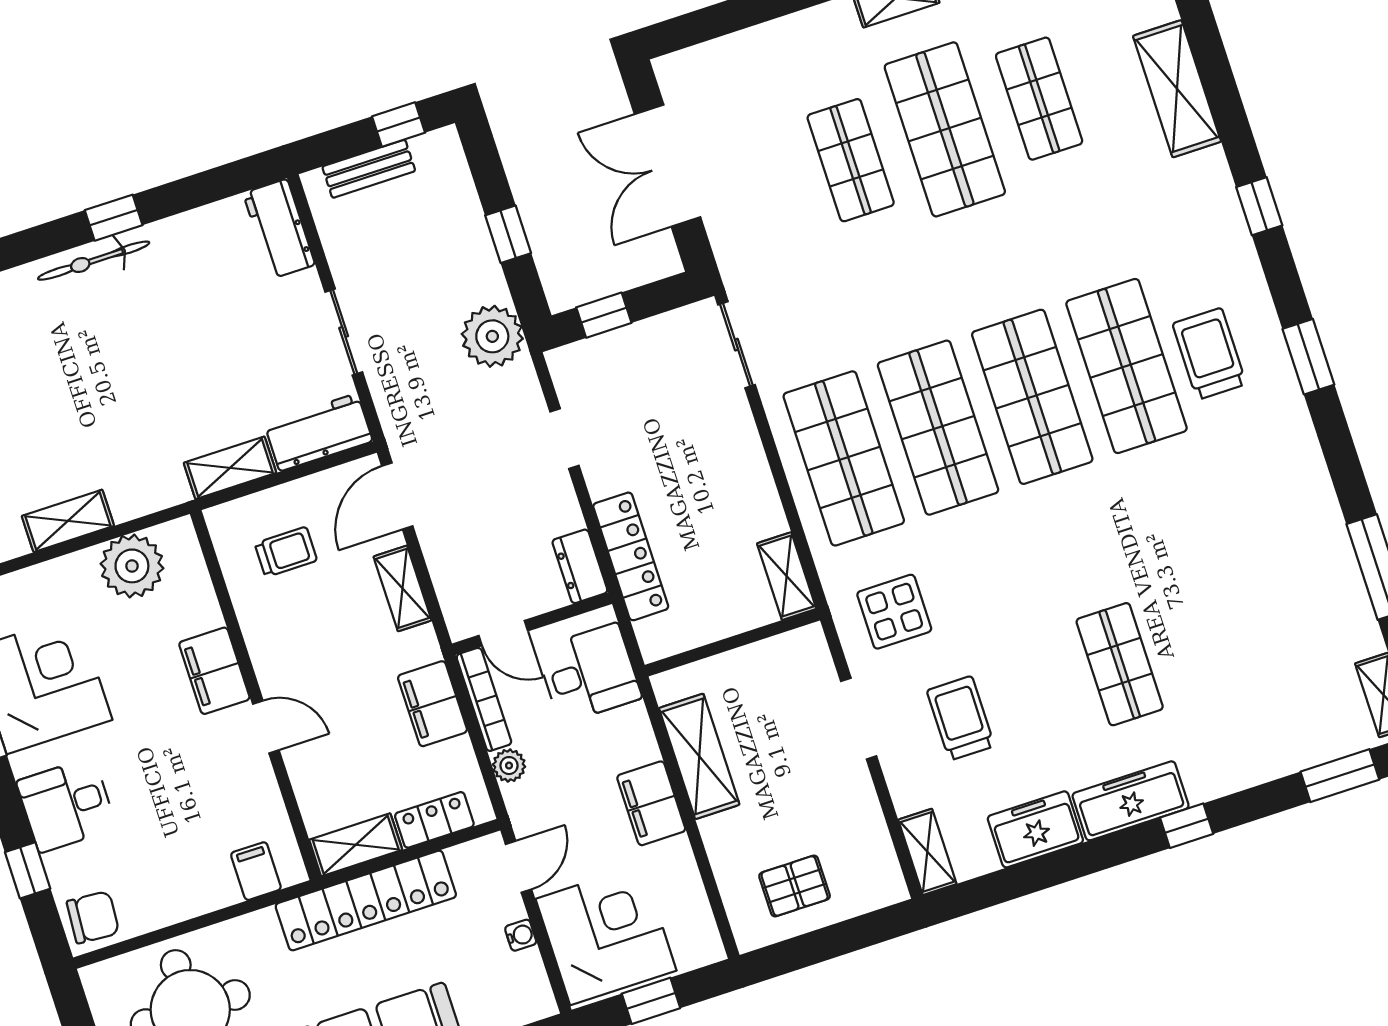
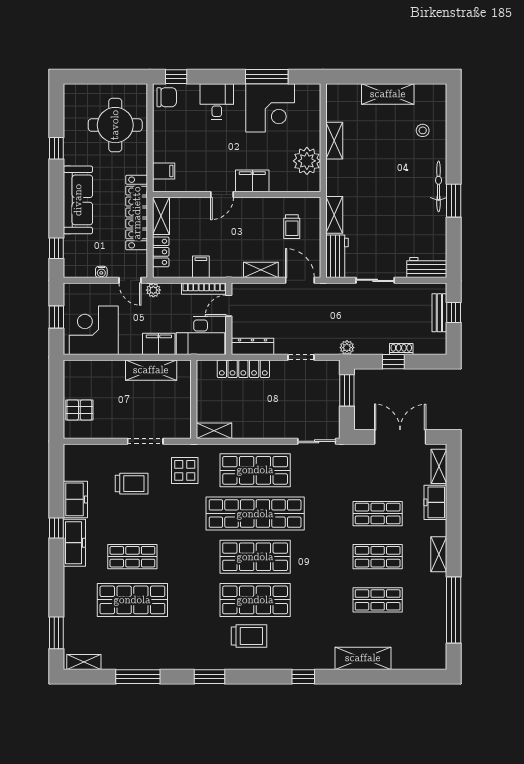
freezer: (785, 42) -> (435, 502), added
window: (399, 125) -> (454, 313), moved
shop shelf: (945, 129) -> (378, 557), width x0.70, depth x0.74
window: (114, 218) -> (454, 201), width x1.50
shoe rack: (475, 226) -> (401, 349), added
window: (604, 315) -> (347, 390), width x1.50
plant: (492, 336) -> (347, 348), width x0.53, depth x0.53
window: (1308, 357) -> (209, 677), moved
shop shelf: (938, 428) -> (255, 514), width x1.40
dresser: (580, 566) -> (252, 346), width x1.44
shop shelf: (1214, 633) -> (132, 600), added
desk: (589, 673) -> (201, 336), width x1.37
filing cabinet: (433, 704) -> (201, 267), width x0.50
plant: (509, 766) -> (153, 290), moved
filing cabinet: (651, 803) -> (159, 344), moved
window: (1187, 826) -> (56, 528), moved
shelving: (927, 852) -> (439, 466), moved, turned 90
window: (28, 870) -> (176, 77), moved
pallet: (795, 886) -> (79, 410), moved, turned 90
chair: (93, 917) -> (167, 97), turned -94
corner desk: (606, 935) -> (94, 330), moved, turned 180

